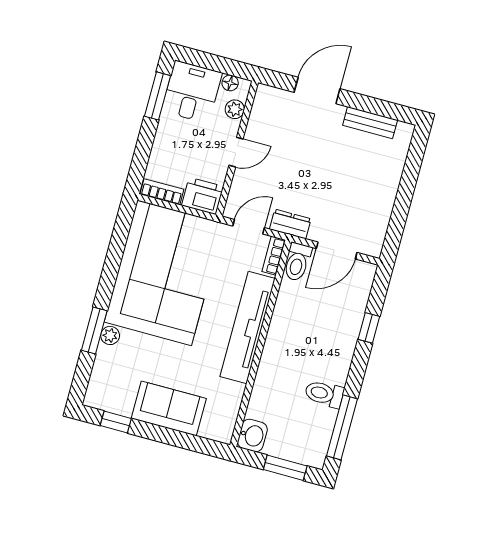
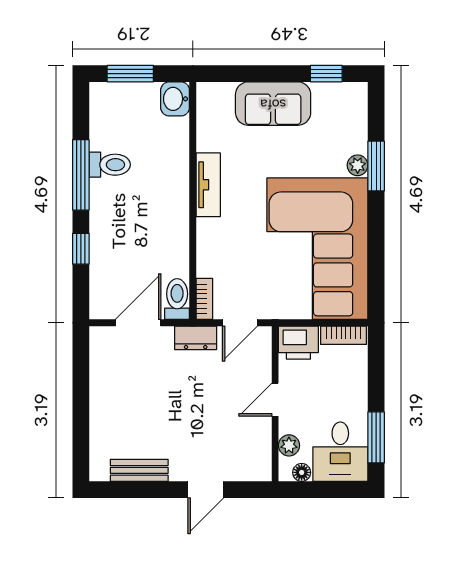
door: (317, 90) -> (206, 490), width x0.73
tv unit: (248, 327) -> (208, 185), width x0.52, depth x0.78
window: (342, 427) -> (81, 175), moved

